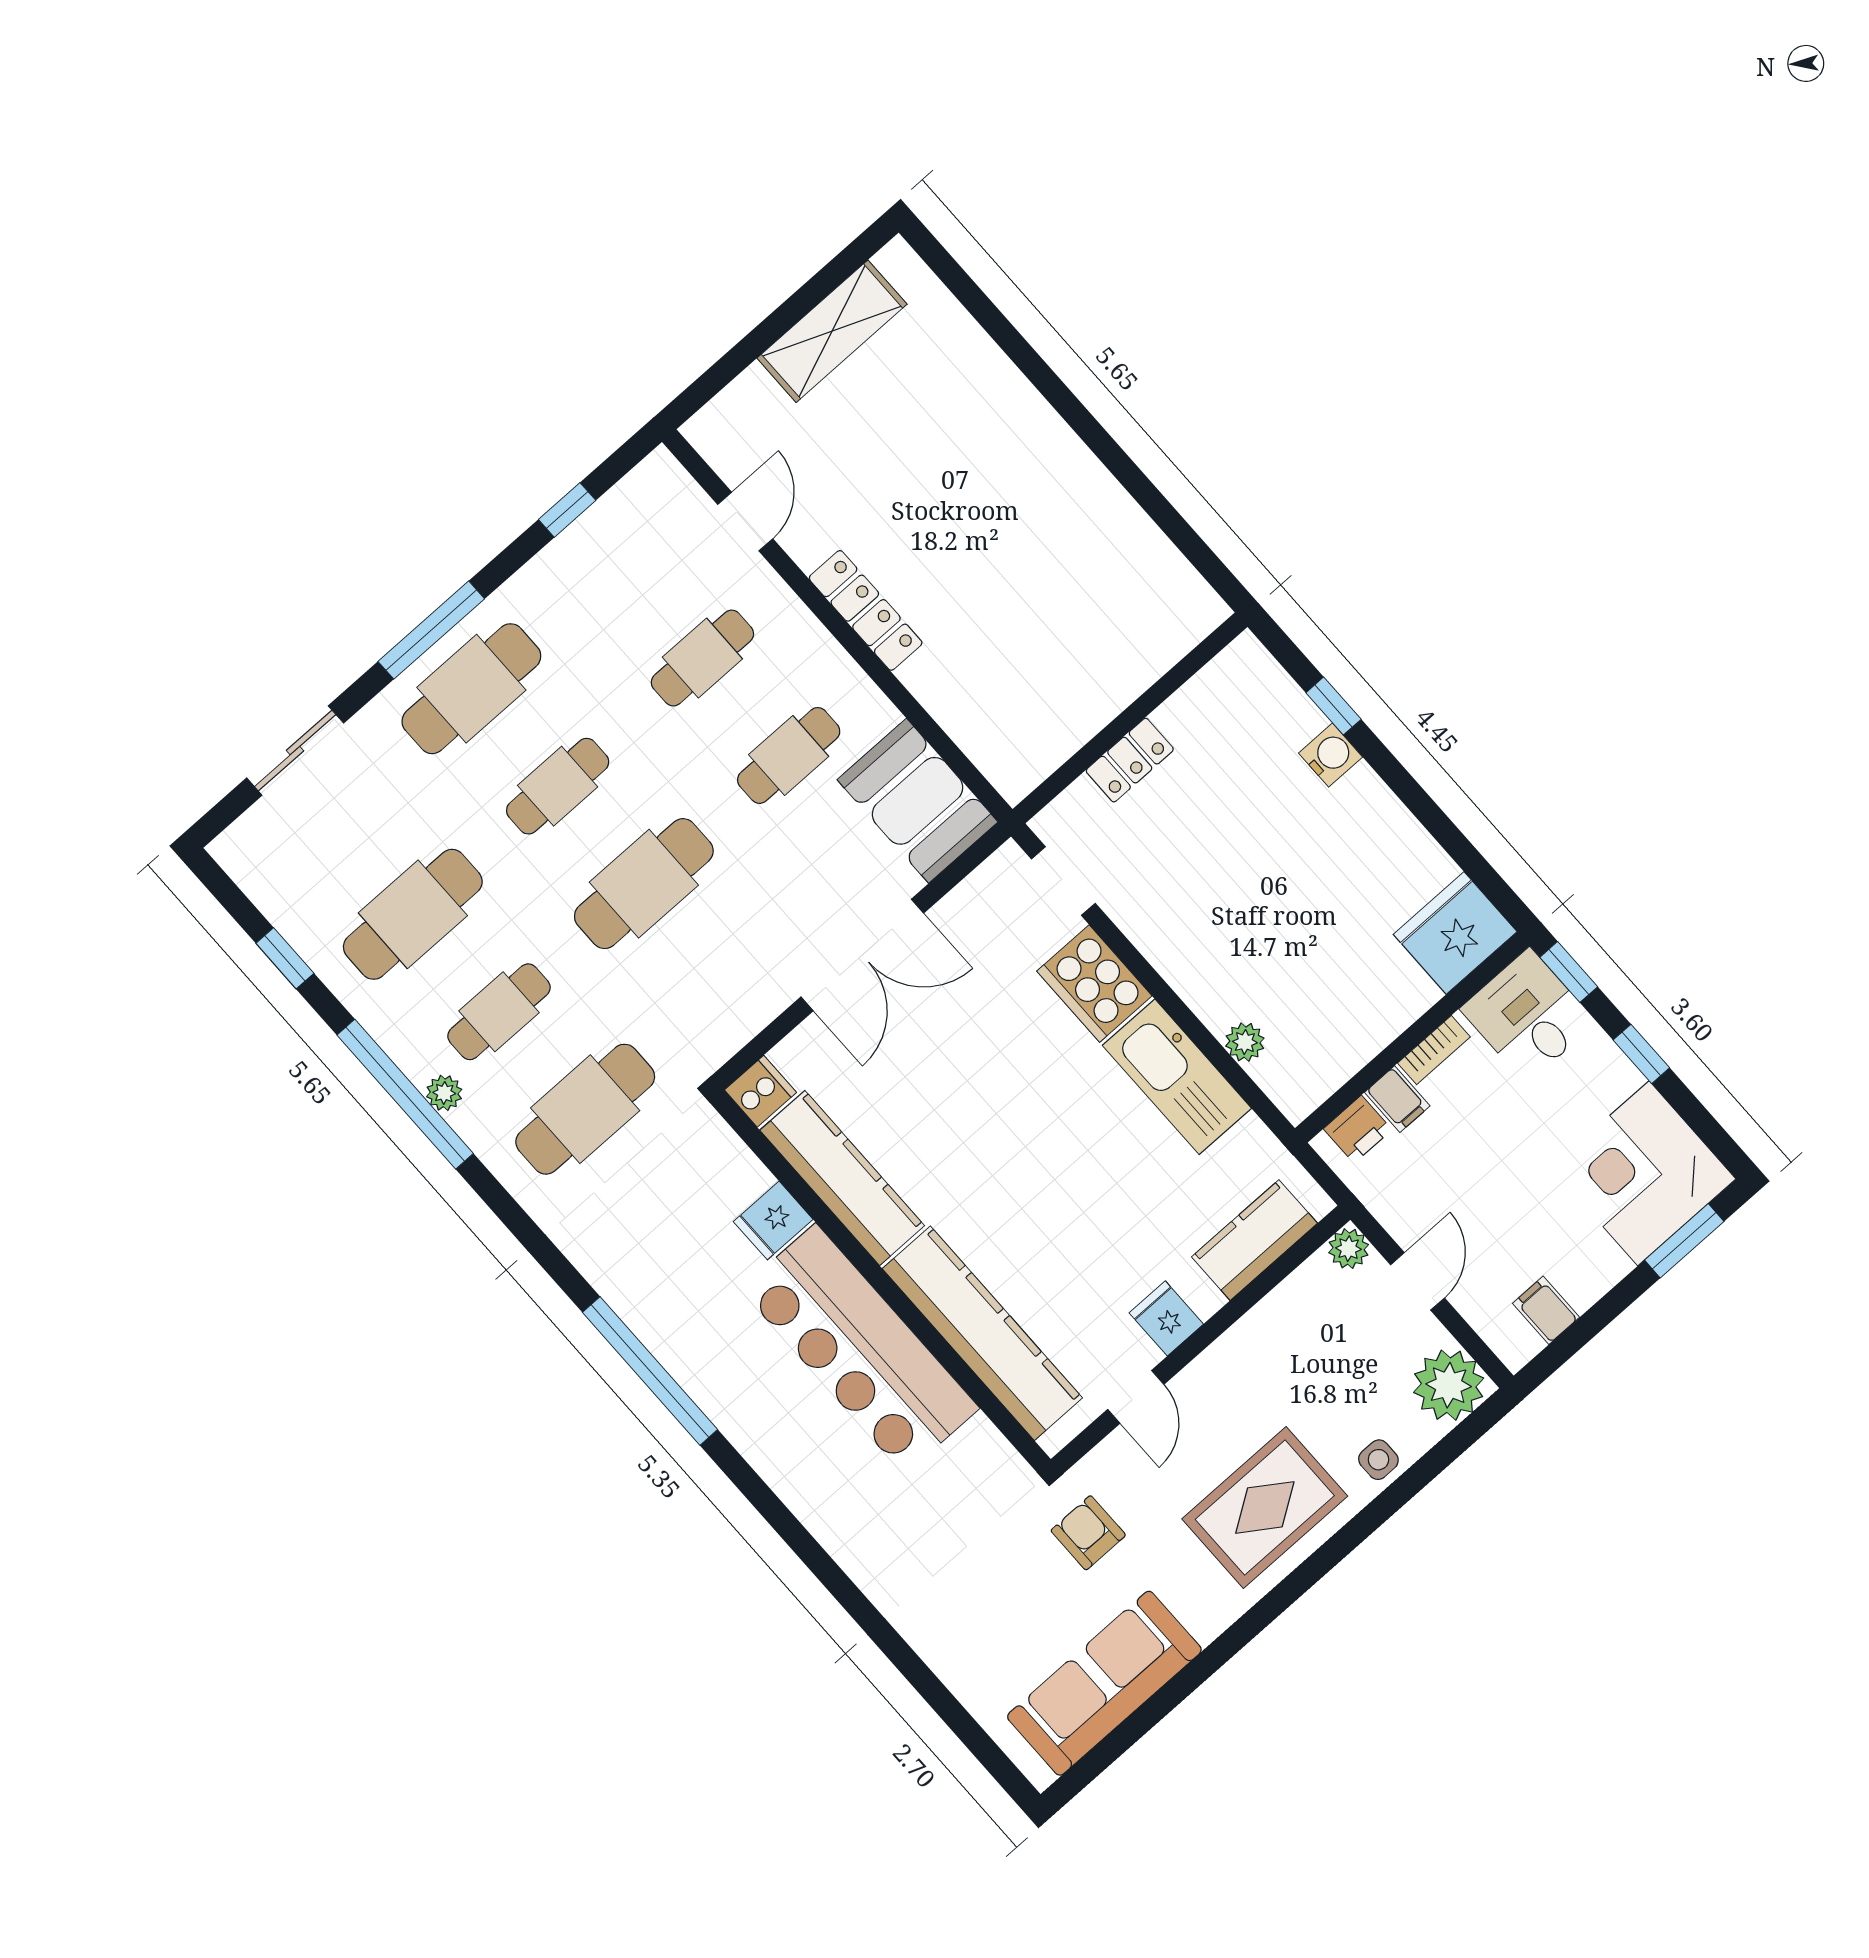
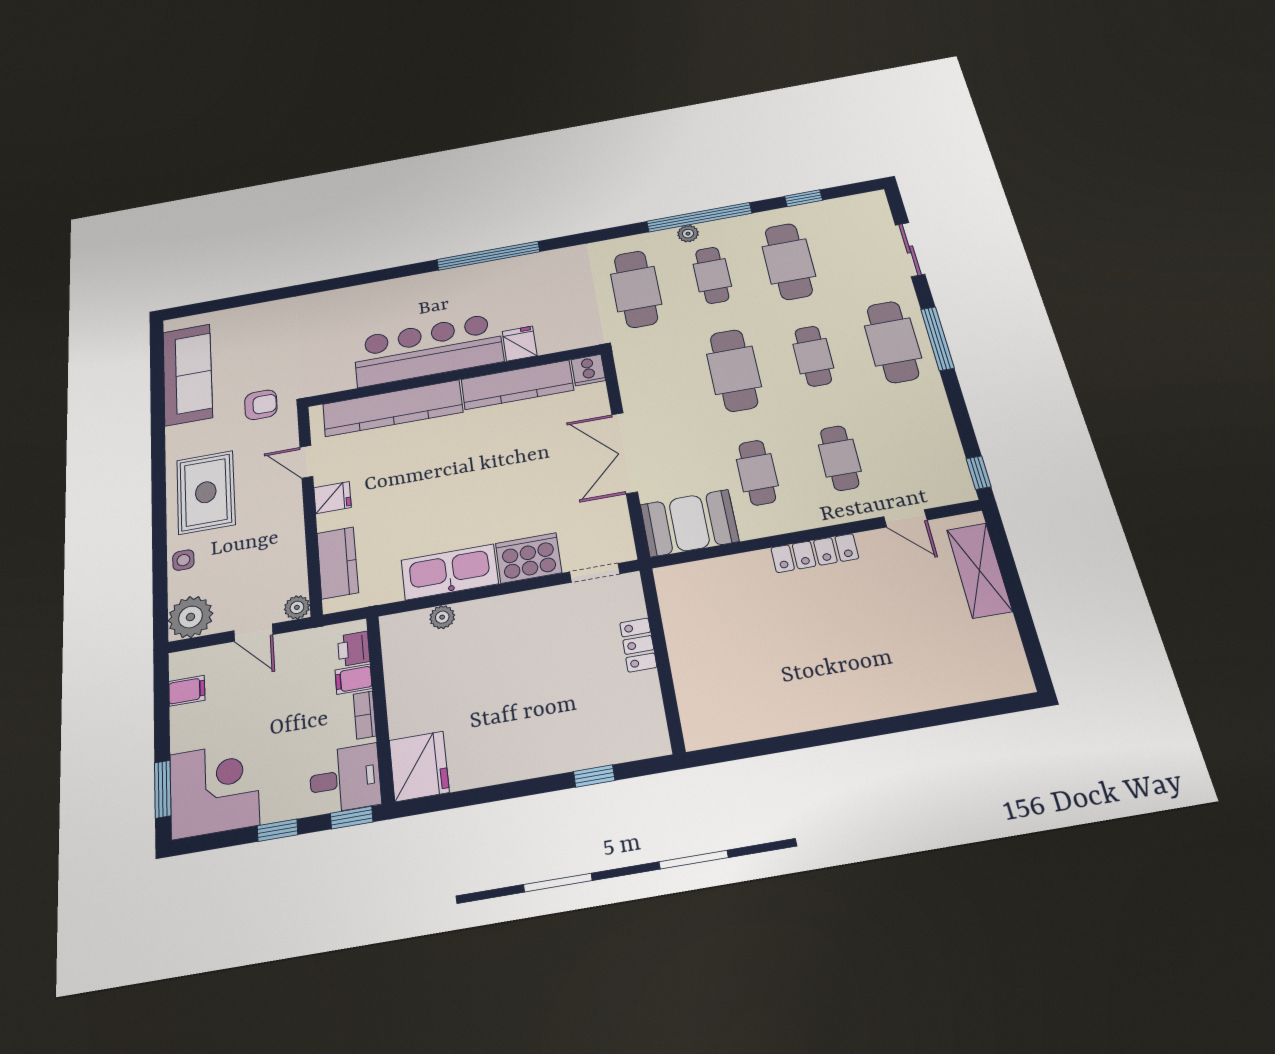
shelving: (832, 331) -> (979, 570), moved
window: (567, 510) -> (979, 473), moved
water cooler: (1331, 755) -> (567, 757), removed

